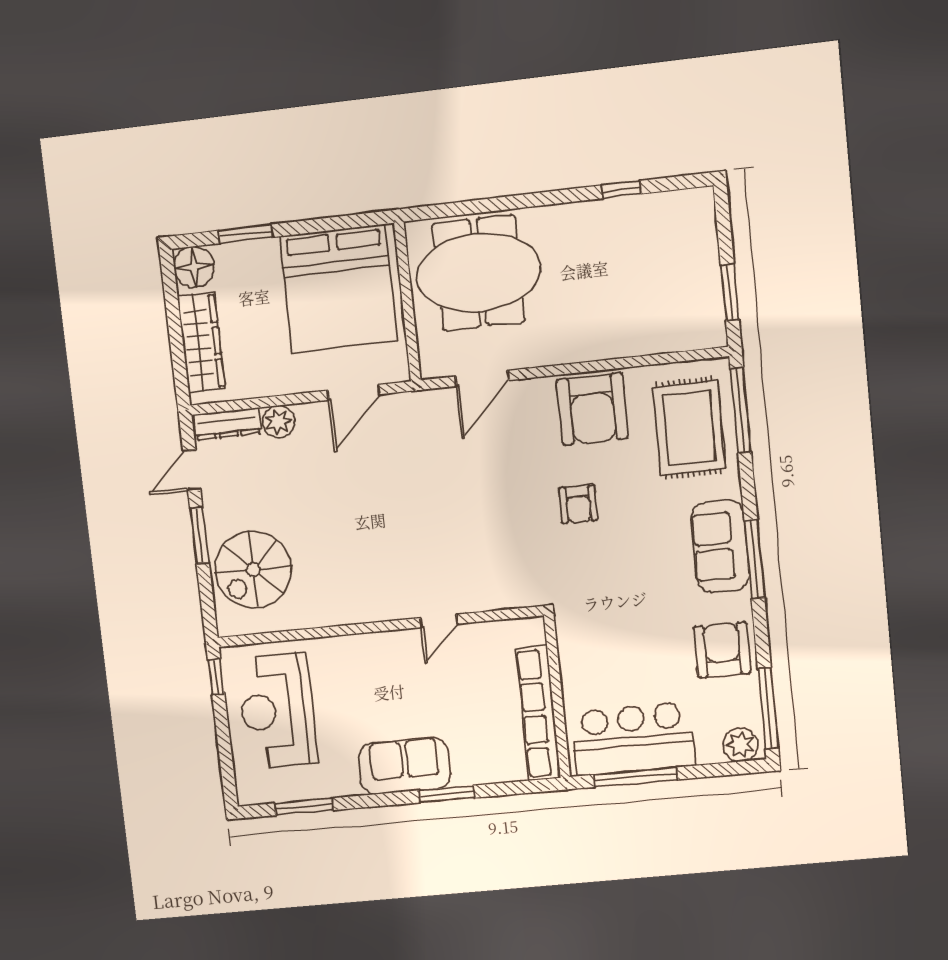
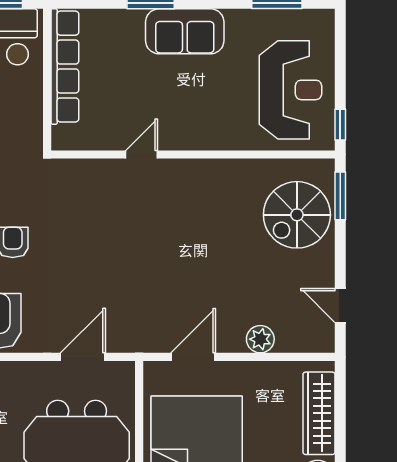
dresser: (227, 424) -> (305, 342), removed
door: (192, 470) -> (340, 306), swing flipped
window: (199, 536) -> (340, 196), moved
spiral stairs: (253, 569) -> (297, 215), turned 180

